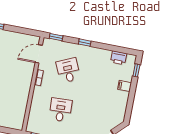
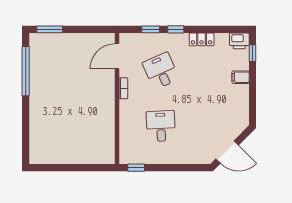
window: (56, 37) -> (151, 29), moved
locker: (102, 53) -> (202, 39), added
printer: (119, 58) -> (239, 41), moved

